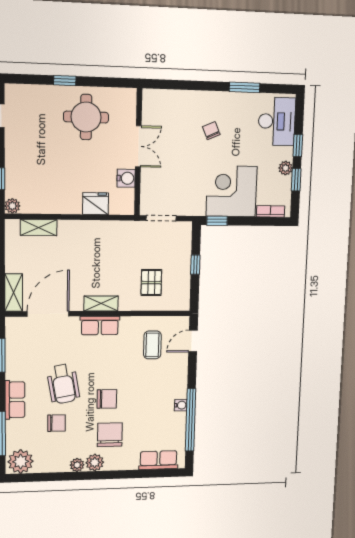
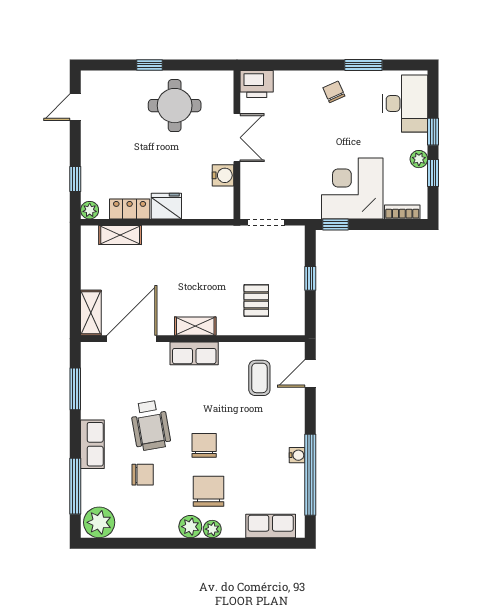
printer: (156, 101) -> (257, 84), added
chair: (211, 131) -> (334, 92), moved
fridge: (96, 204) -> (166, 206), moved
locker: (47, 205) -> (130, 209), added
chair: (107, 399) -> (204, 445), turned -90
plant: (77, 465) -> (212, 529), moved

